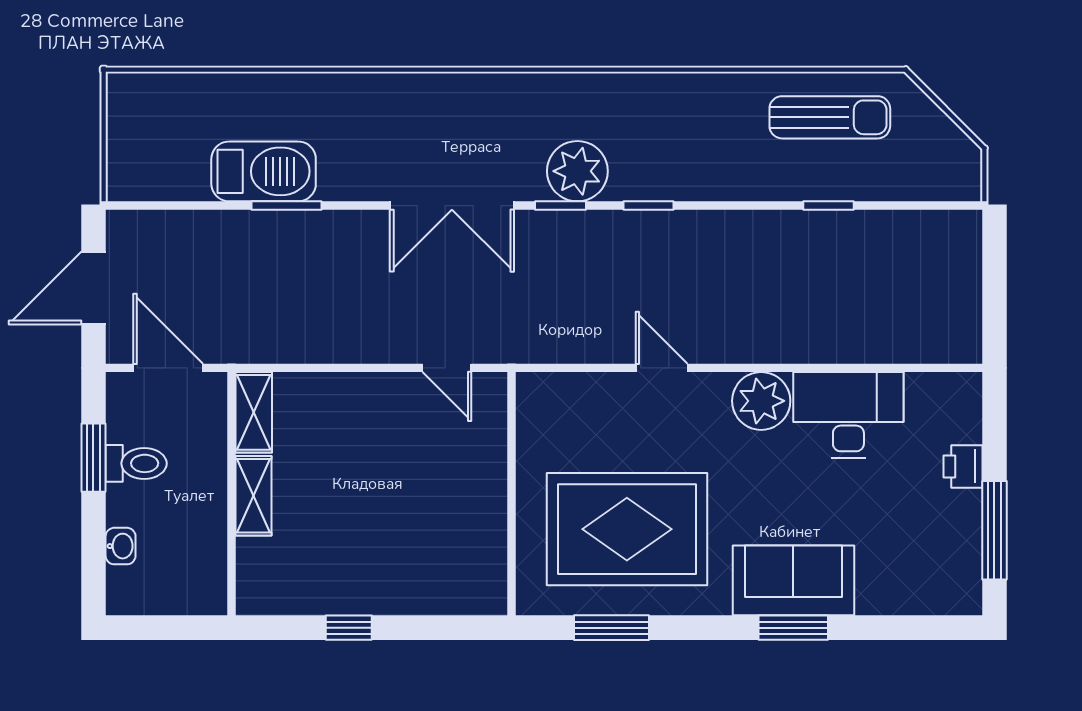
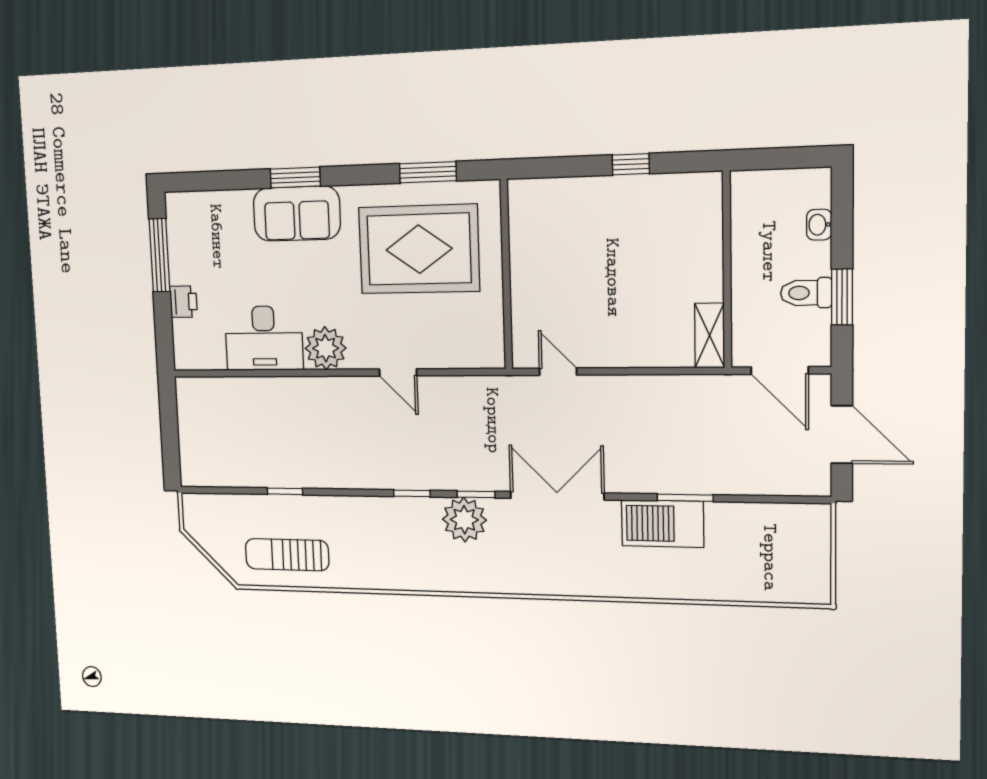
barbecue: (264, 171) -> (662, 524), moved
door: (93, 288) -> (842, 434), hinge flipped
shelving: (253, 496) -> (709, 269), removed

